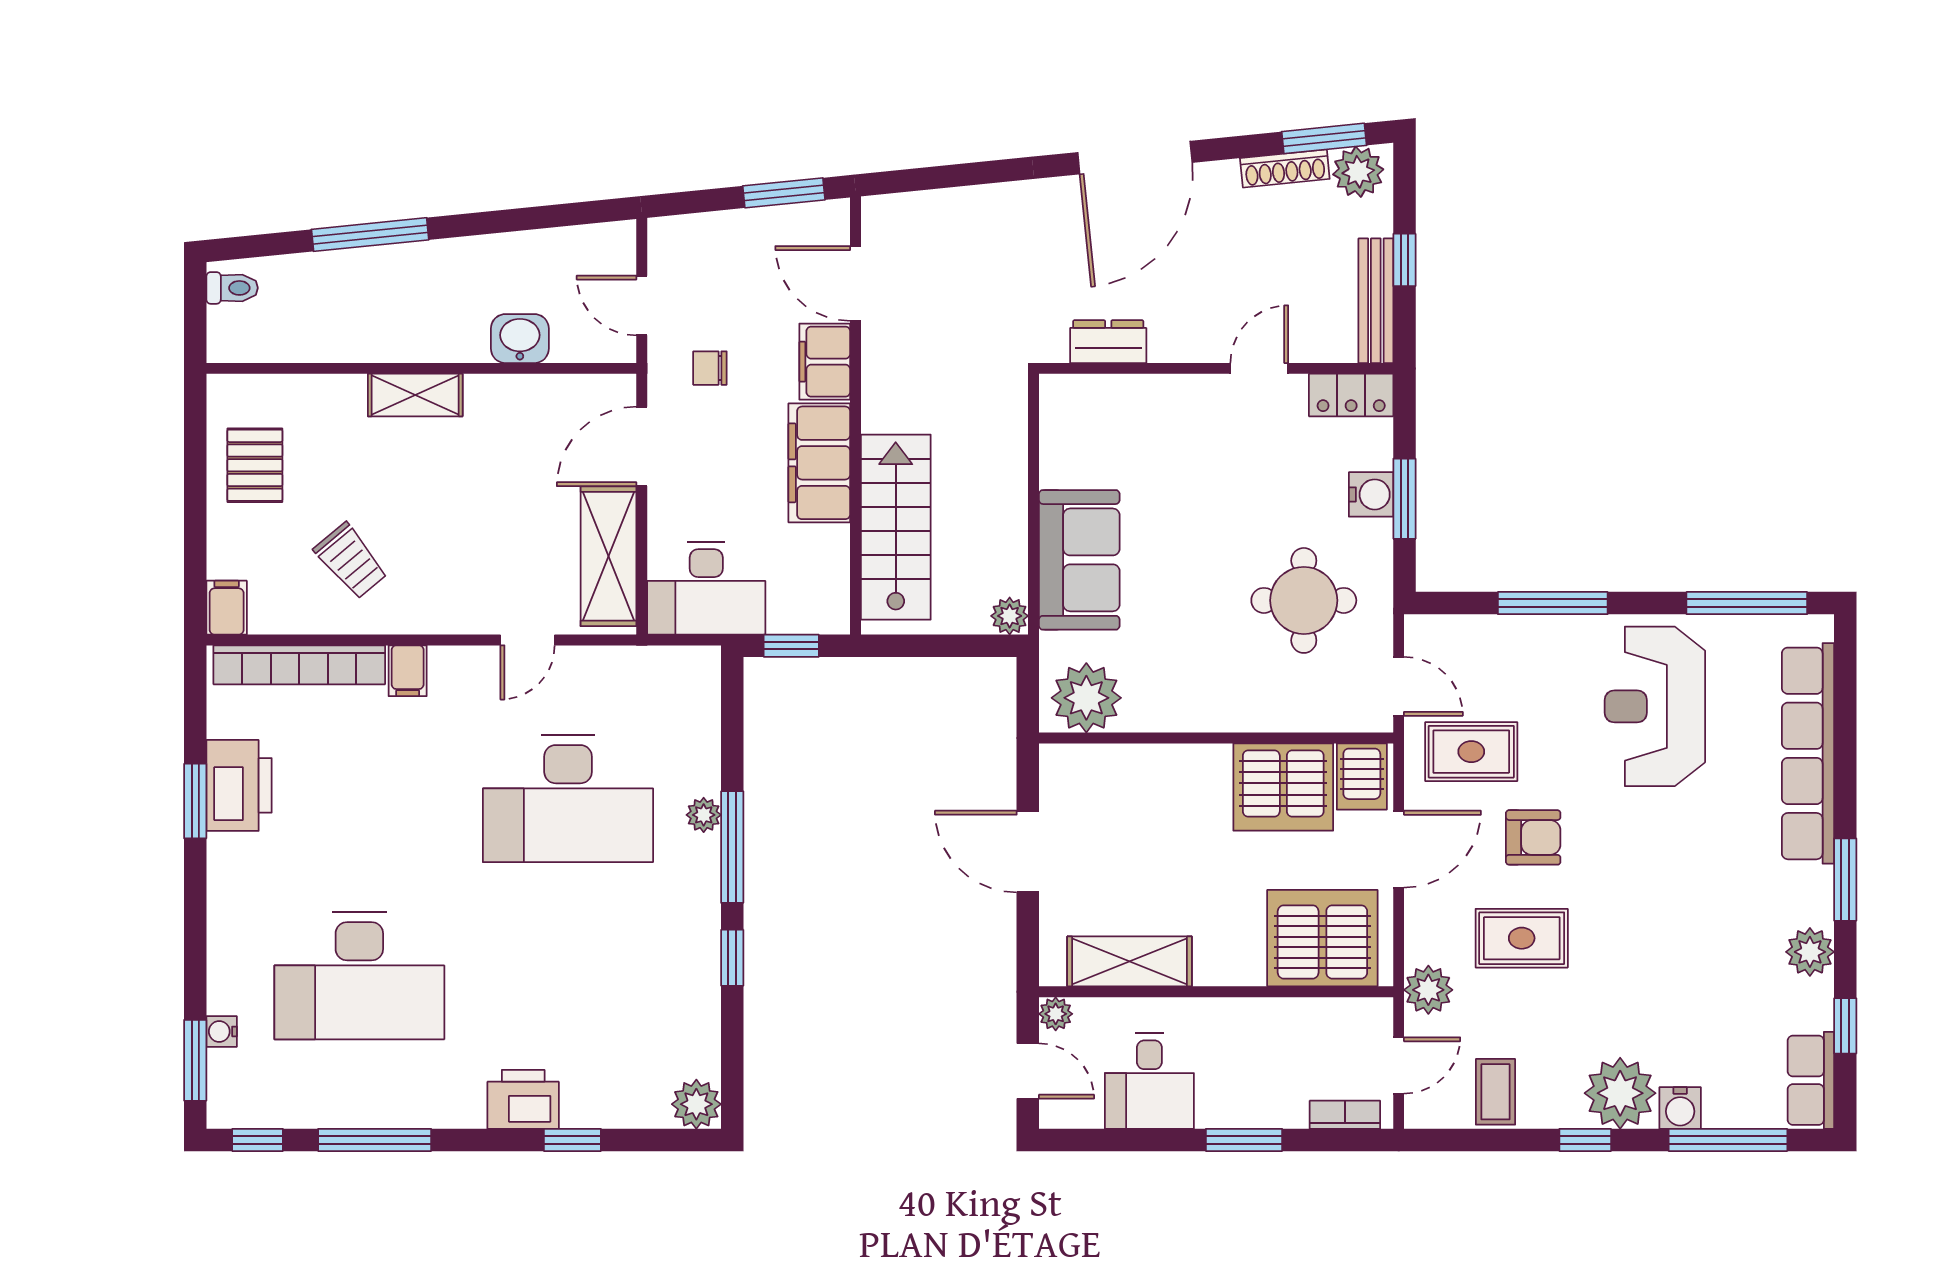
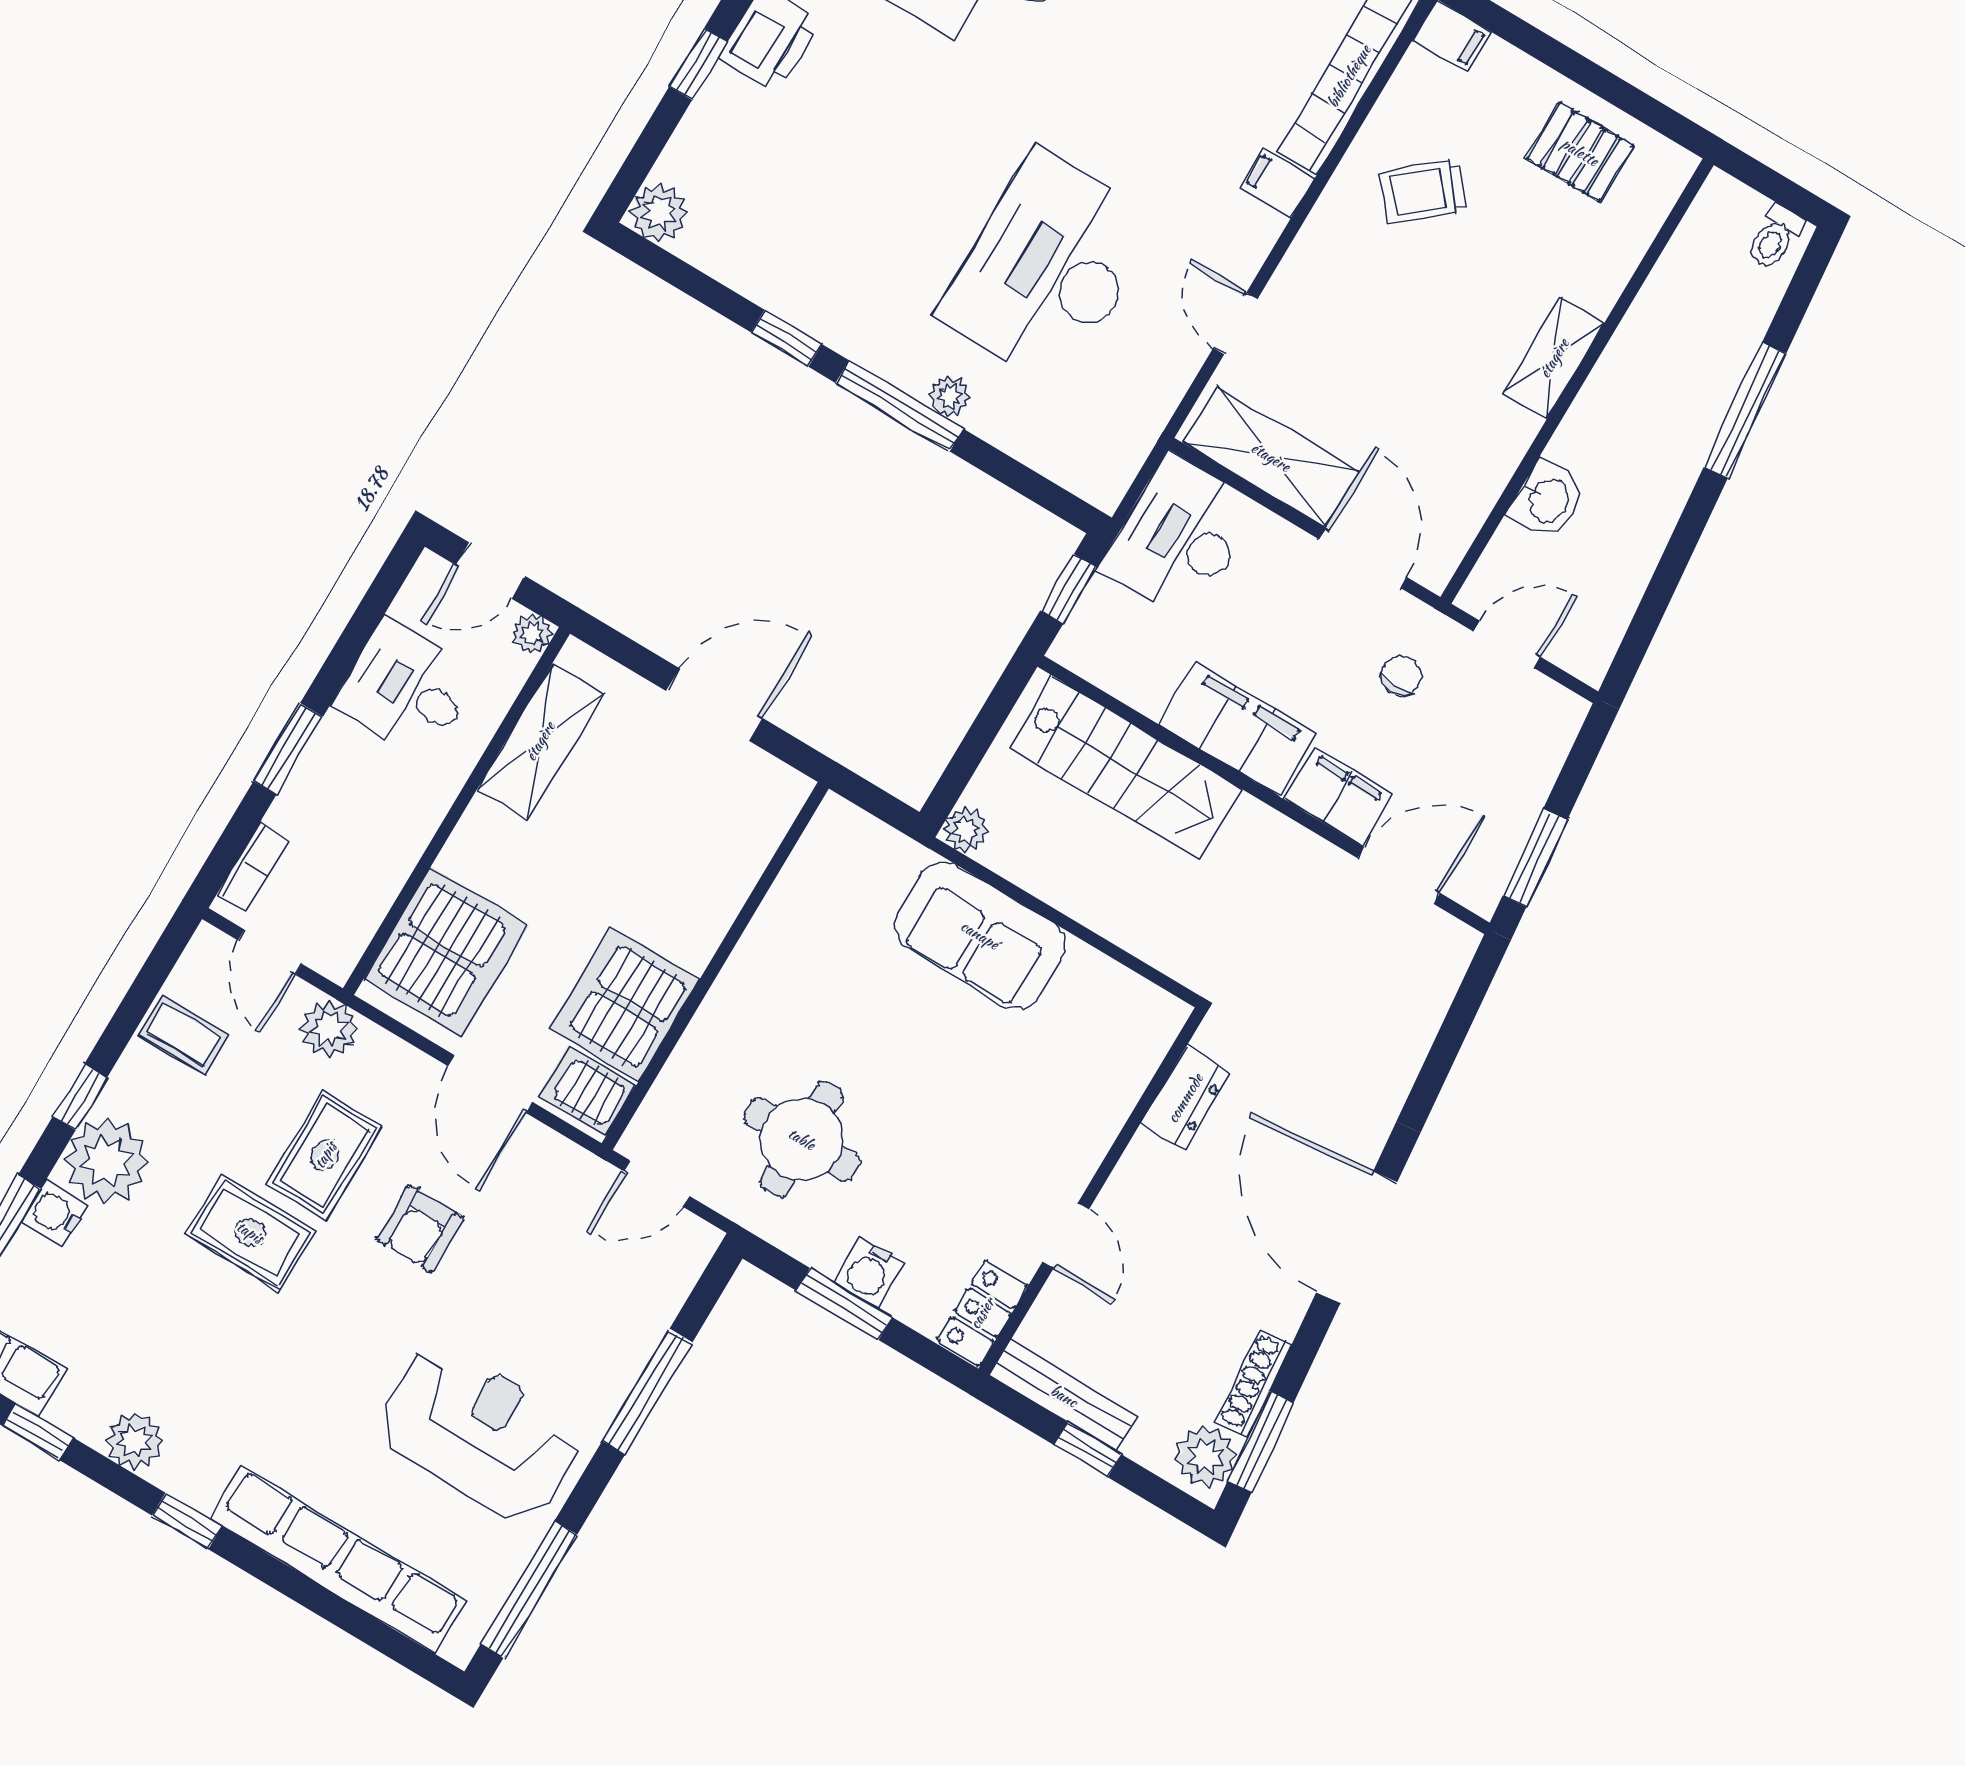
plant: (1086, 698) -> (835, 858), removed
rug: (1471, 752) -> (250, 1232), moved, turned 90
window: (1845, 880) -> (187, 1521), width x0.67

